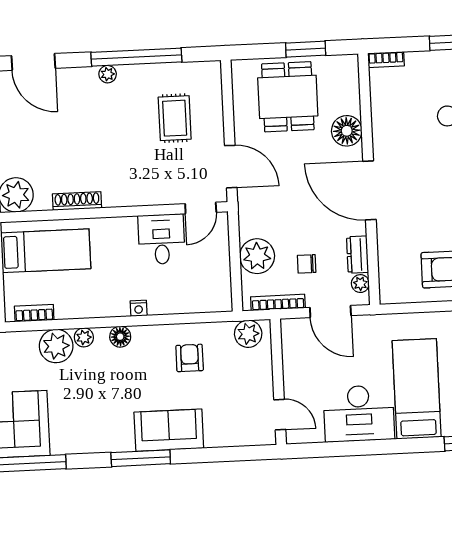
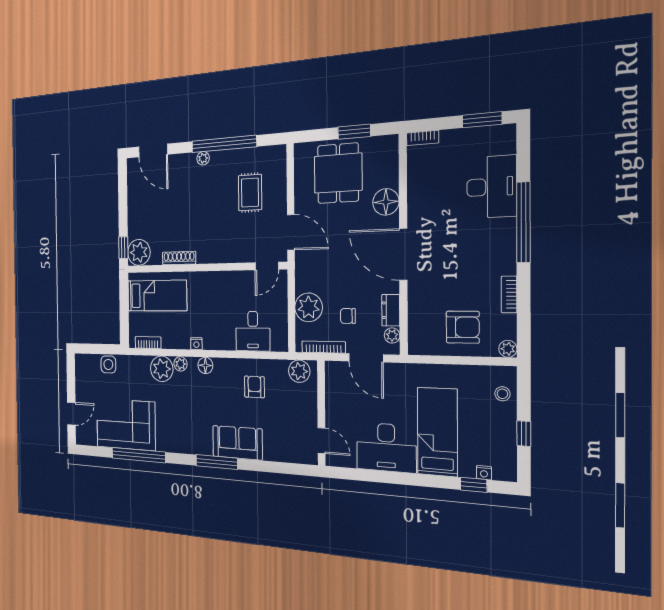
desk: (161, 239) -> (253, 331), moved, turned 180
nightstand: (139, 308) -> (196, 344), moved

